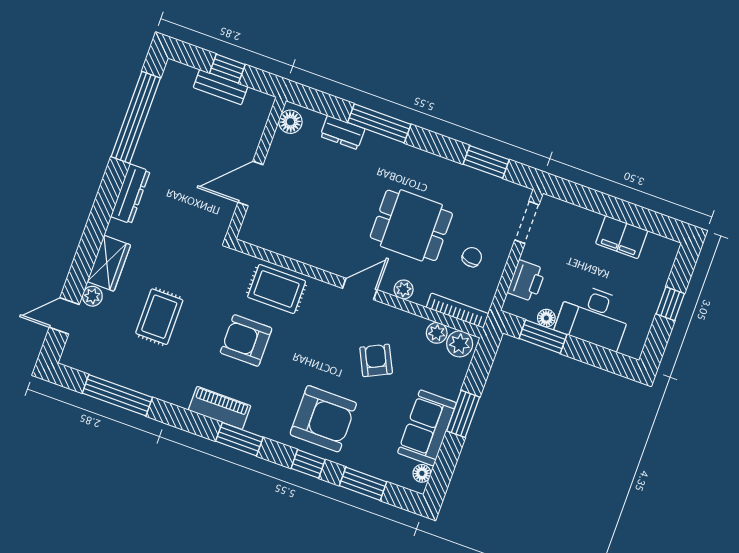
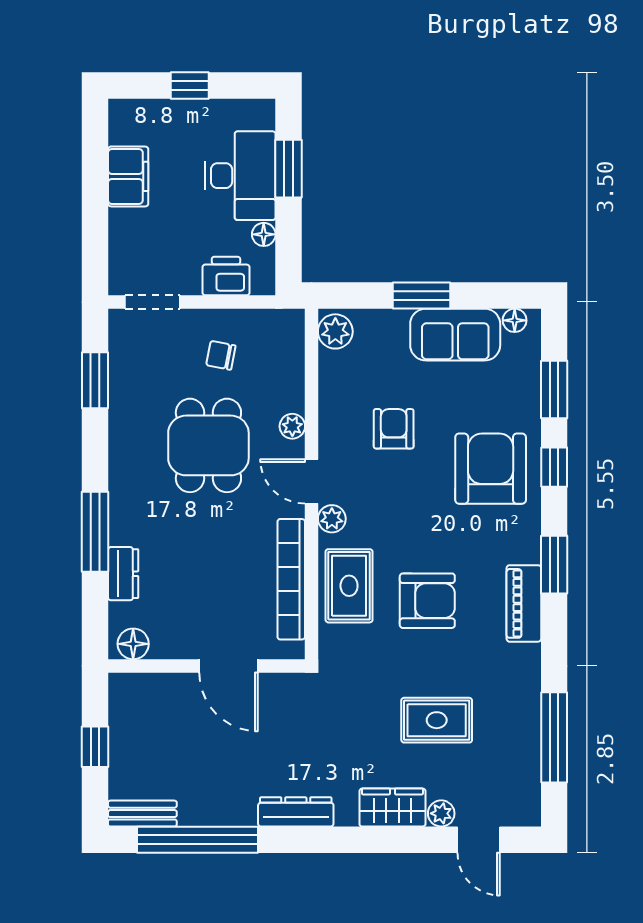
bench: (220, 87) -> (142, 814), moved, turned 90
bookcase: (457, 311) -> (291, 579), moved, width x1.48, depth x1.31
plant: (437, 333) -> (332, 519), moved
window: (543, 337) -> (289, 169), moved
armchair: (246, 340) -> (427, 601), turned -90
armchair: (376, 360) -> (394, 429), turned 116

